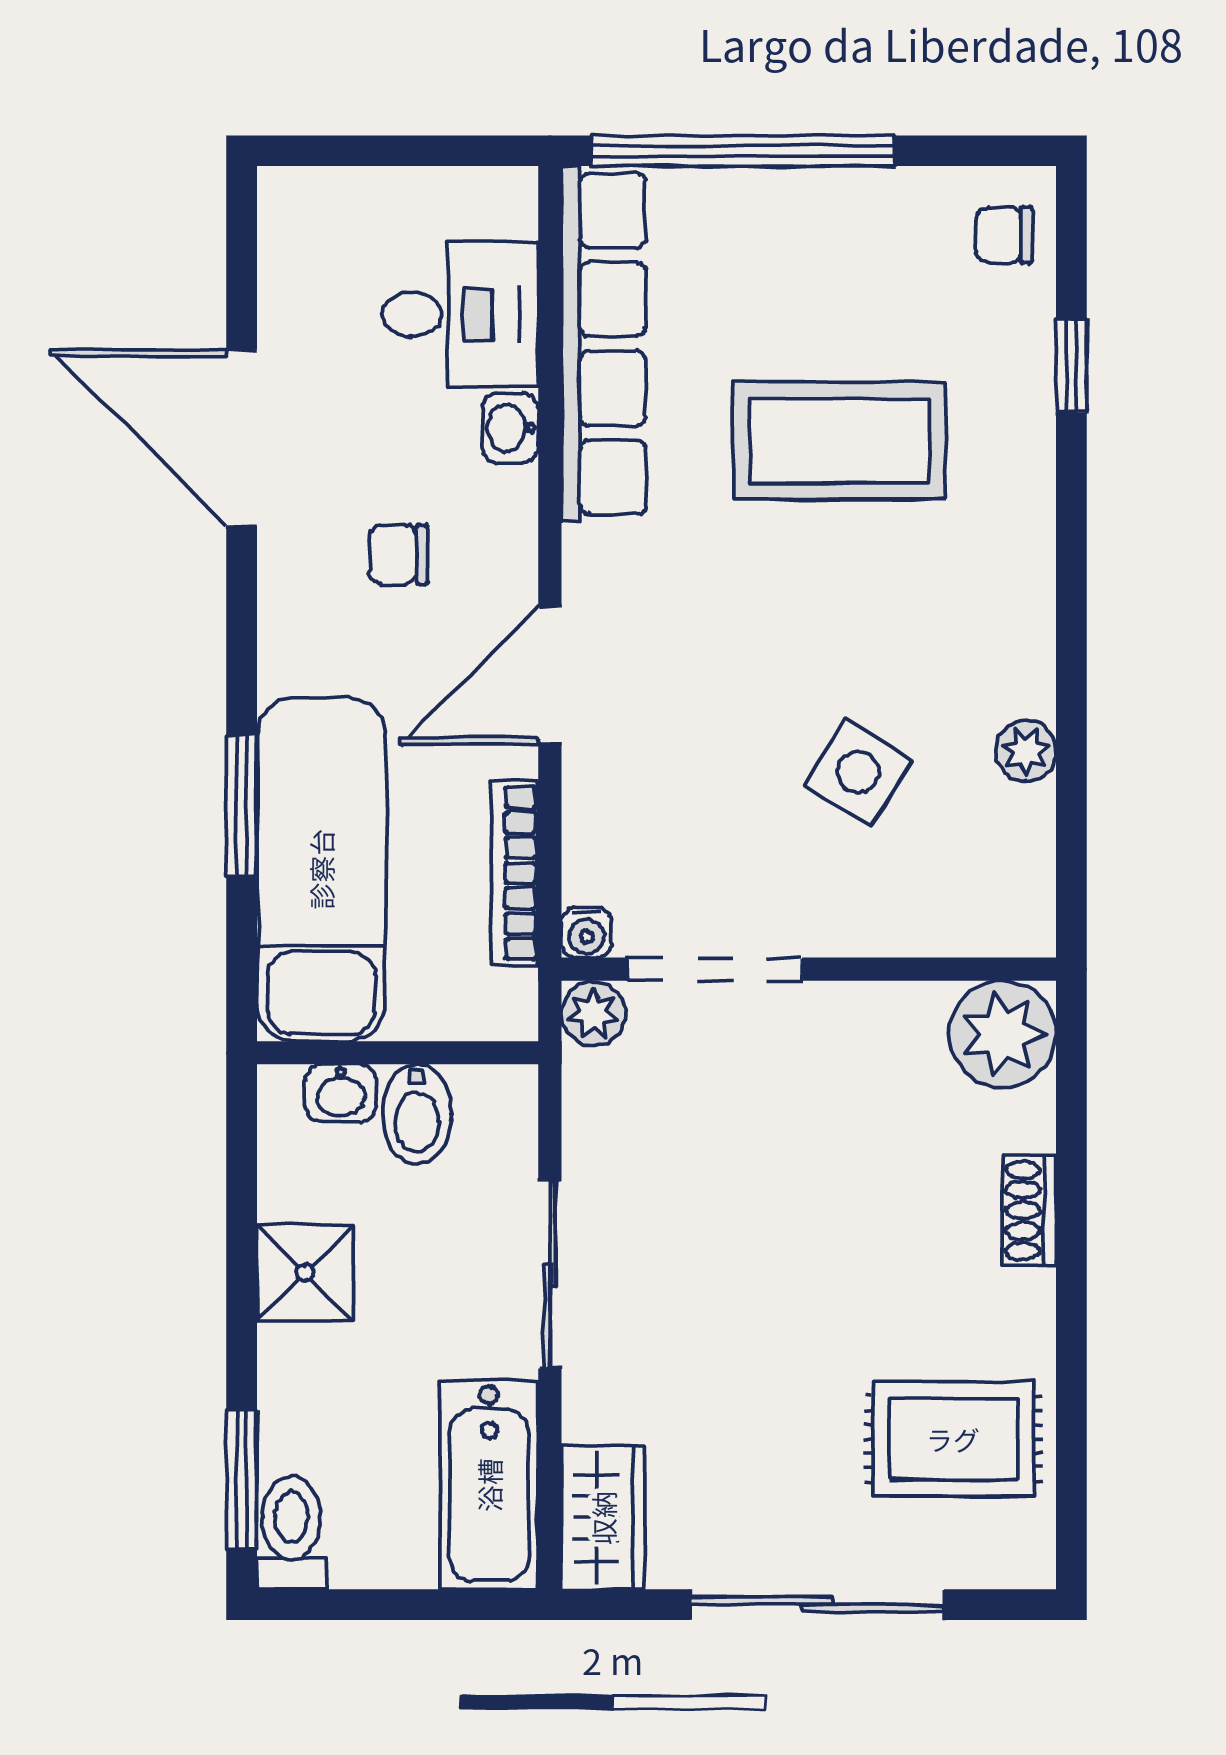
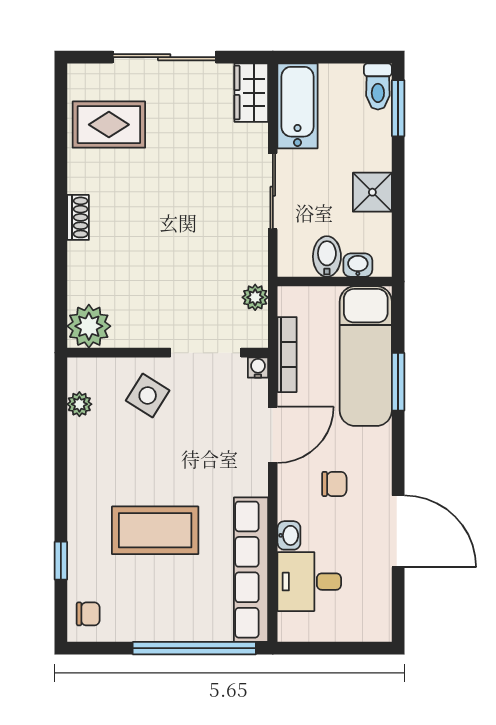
water cooler: (586, 933) -> (258, 367), moved
doorway: (715, 969) -> (206, 353), moved
wall: (809, 969) -> (168, 353), moved
plant: (1003, 1034) -> (89, 326), moved

